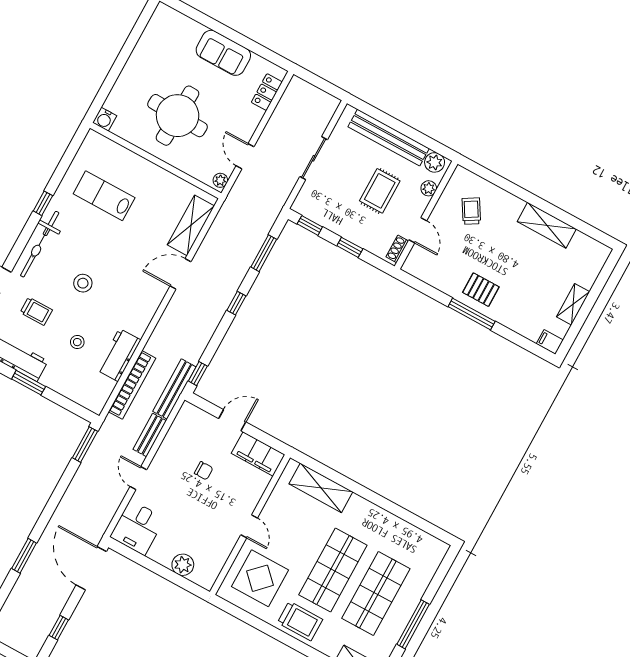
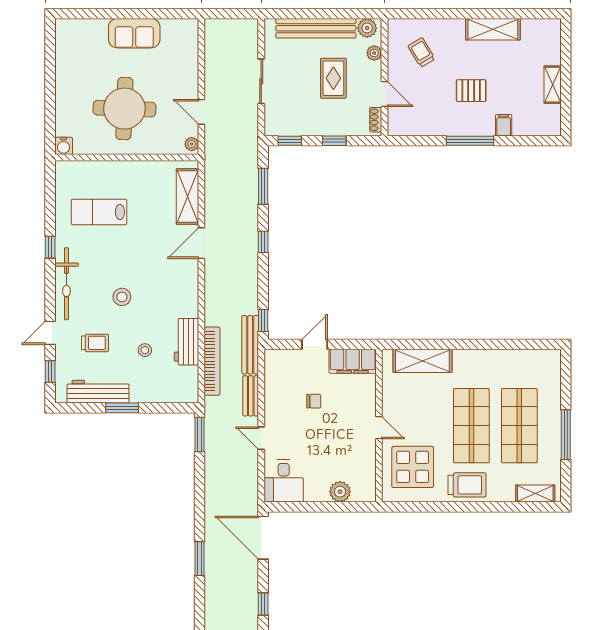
locker: (267, 92) -> (190, 46), removed
pallet: (481, 290) -> (471, 91), moved
filing cabinet: (550, 342) -> (504, 125), moved, turned 90

